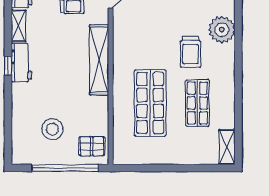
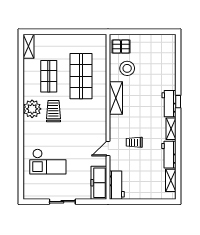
plant: (222, 30) -> (32, 109), moved
shelving: (99, 60) -> (116, 98), width x0.68
stool: (52, 129) -> (127, 68), moved
window: (65, 168) -> (139, 32), removed

